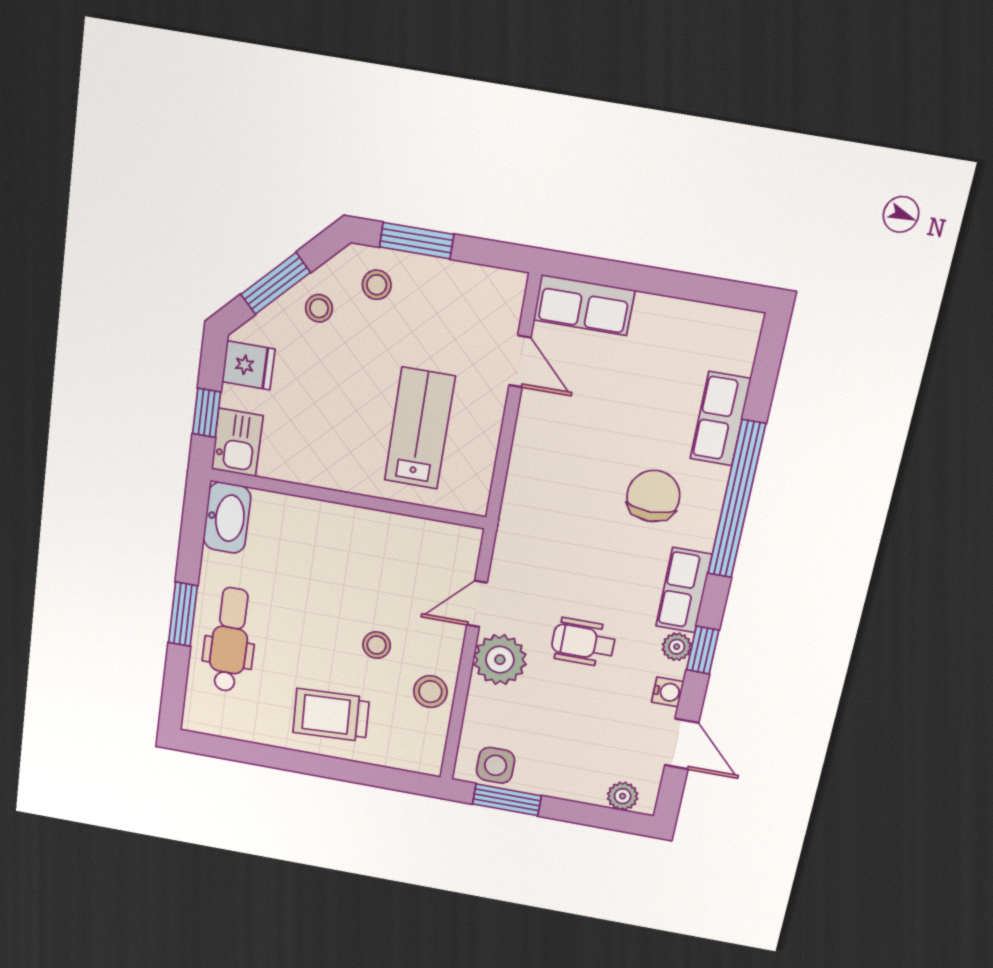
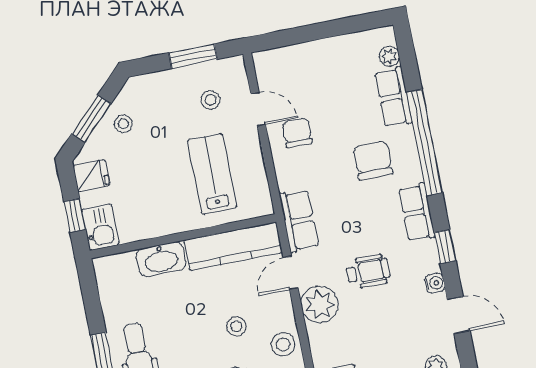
window: (417, 241) -> (193, 56), moved
stool: (377, 285) -> (211, 100), moved
row of seats: (584, 305) -> (299, 221), moved, turned -90
chair: (562, 417) -> (297, 133), added
washbasin: (227, 518) -> (161, 259), moved, turned 90
kitchen counter: (412, 539) -> (233, 246), added
wheelchair: (583, 642) -> (368, 272), turned 180
plant: (677, 647) -> (389, 56), moved

